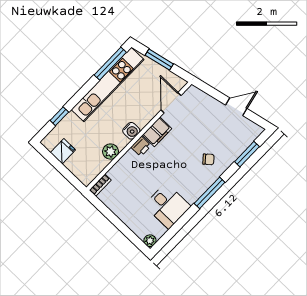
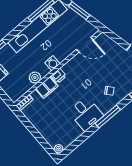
door: (171, 103) -> (85, 45), swing flipped
filing cabinet: (157, 132) -> (47, 87), moved
desk: (167, 206) -> (86, 114), moved

